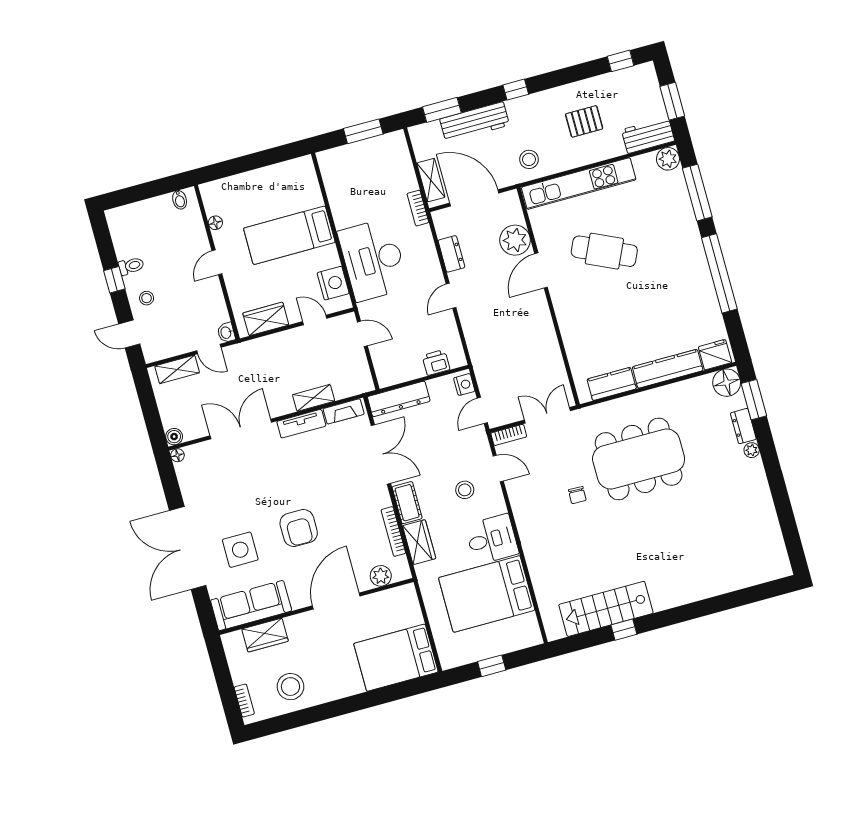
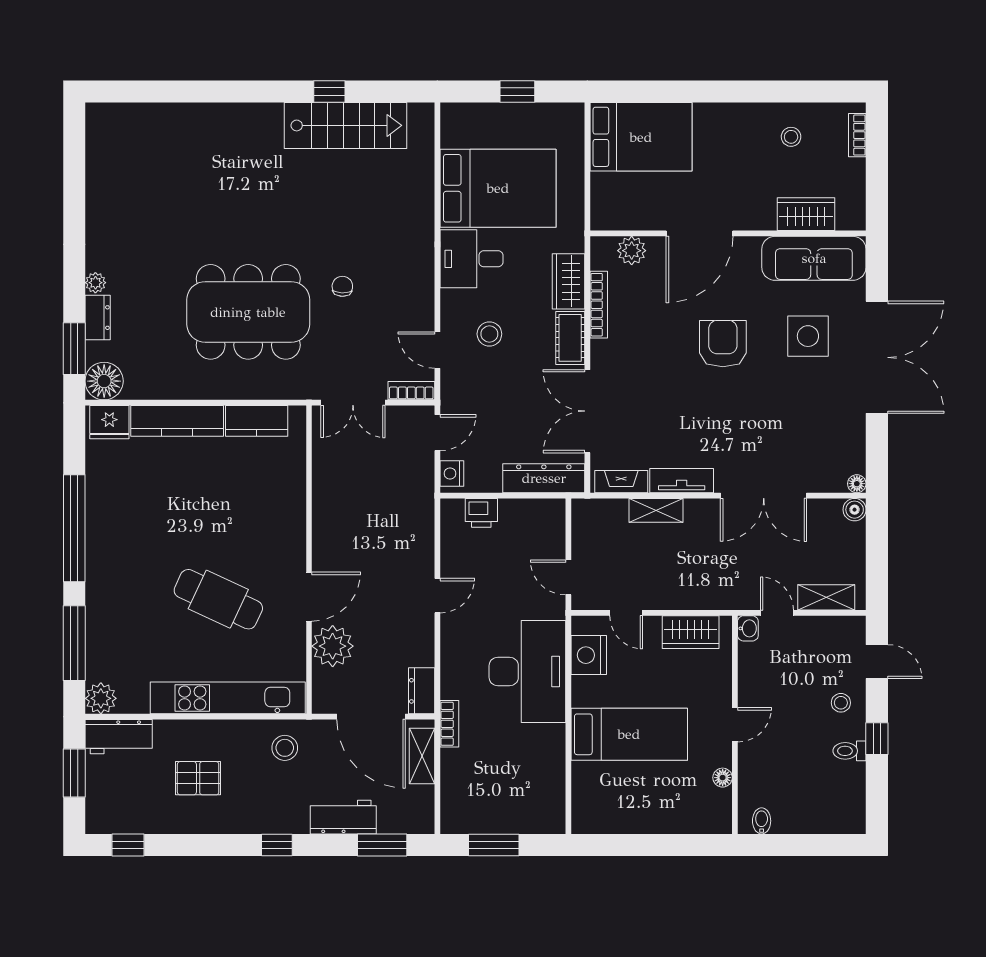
workbench: (475, 122) -> (343, 817), width x0.73
dresser: (451, 254) -> (422, 691), moved
stool: (290, 687) -> (791, 137), width x0.53, depth x0.53

